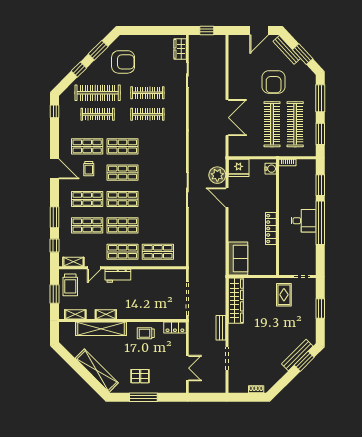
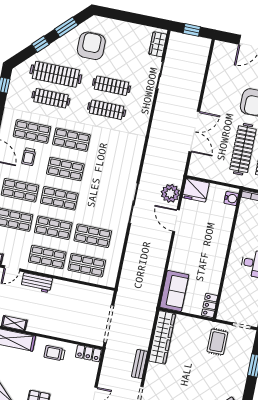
armchair: (123, 62) -> (91, 46), turned -90
shop shelf: (158, 225) -> (93, 236), added
locker: (271, 229) -> (210, 305), moved, width x0.66

